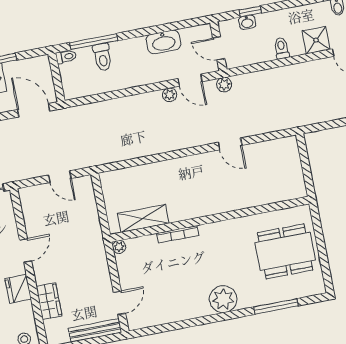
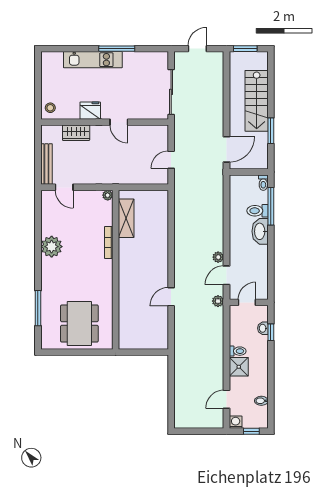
shower: (316, 40) -> (239, 367), moved
washbasin: (164, 42) -> (260, 231), moved
plant: (223, 299) -> (52, 247), moved

